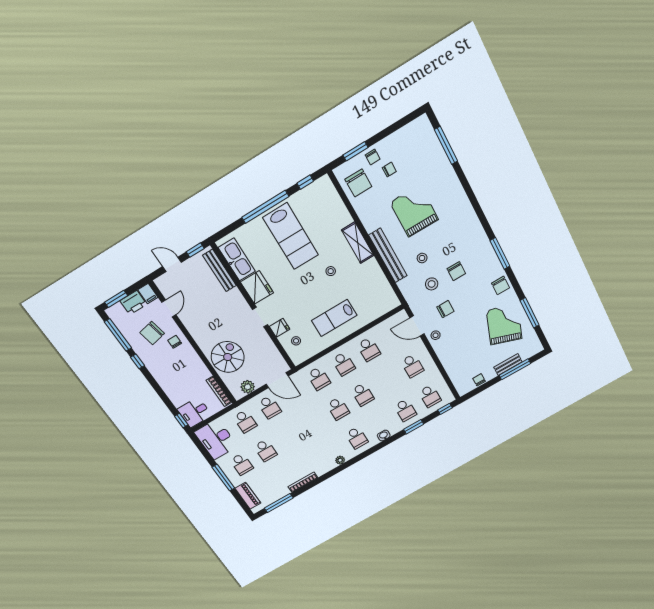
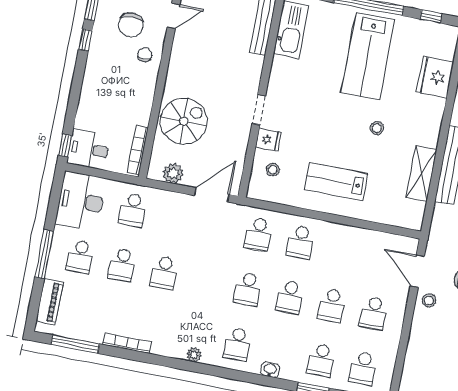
shelving: (358, 243) -> (421, 173), moved
fridge: (257, 287) -> (435, 77), moved, turned 180
chair: (152, 333) -> (131, 25), turned -78
school desk: (369, 349) -> (332, 305), moved
door: (277, 380) -> (212, 195), swing flipped
school desk: (269, 407) -> (164, 273), moved

